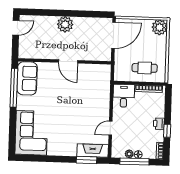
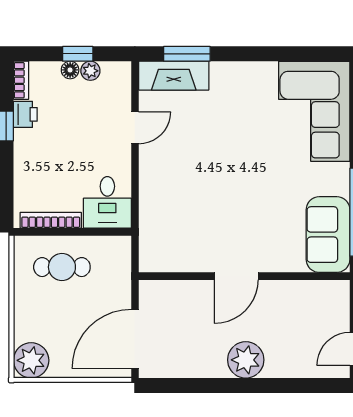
door: (68, 61) -> (236, 276), swing flipped
printer: (159, 124) -> (25, 114), moved
window: (134, 162) -> (78, 54), width x0.46

